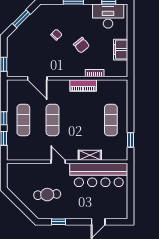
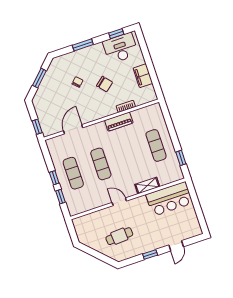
door: (37, 78) -> (73, 129), swing flipped
bar counter: (99, 175) -> (169, 199), width x0.73
window: (58, 222) -> (150, 255), moved

